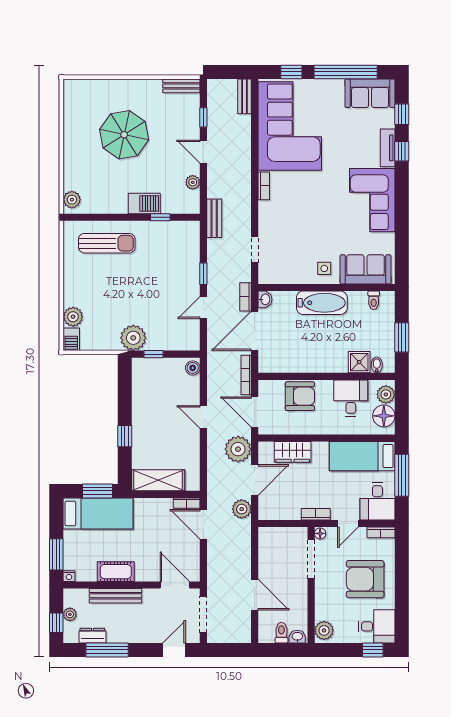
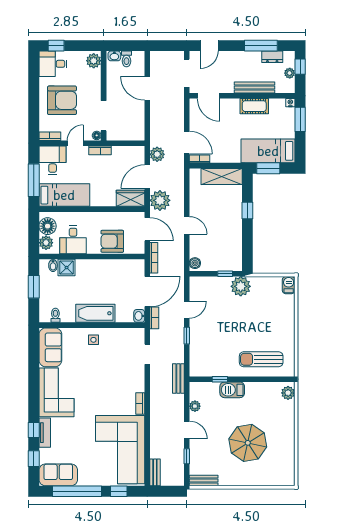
sofa: (366, 269) -> (50, 347), moved, turned -90
plant: (73, 317) -> (287, 303), removed
wardrobe: (293, 452) -> (130, 198), moved

